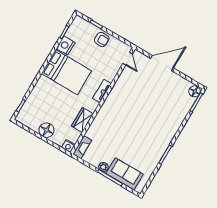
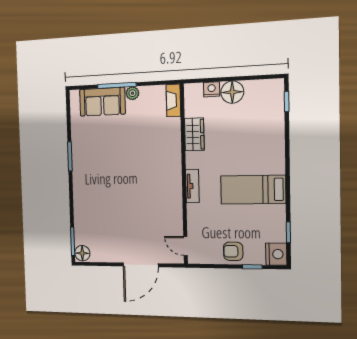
nightstand: (66, 46) -> (276, 254), moved
bed: (66, 72) -> (253, 190), width x0.67
nightstand: (68, 146) -> (212, 89), moved

